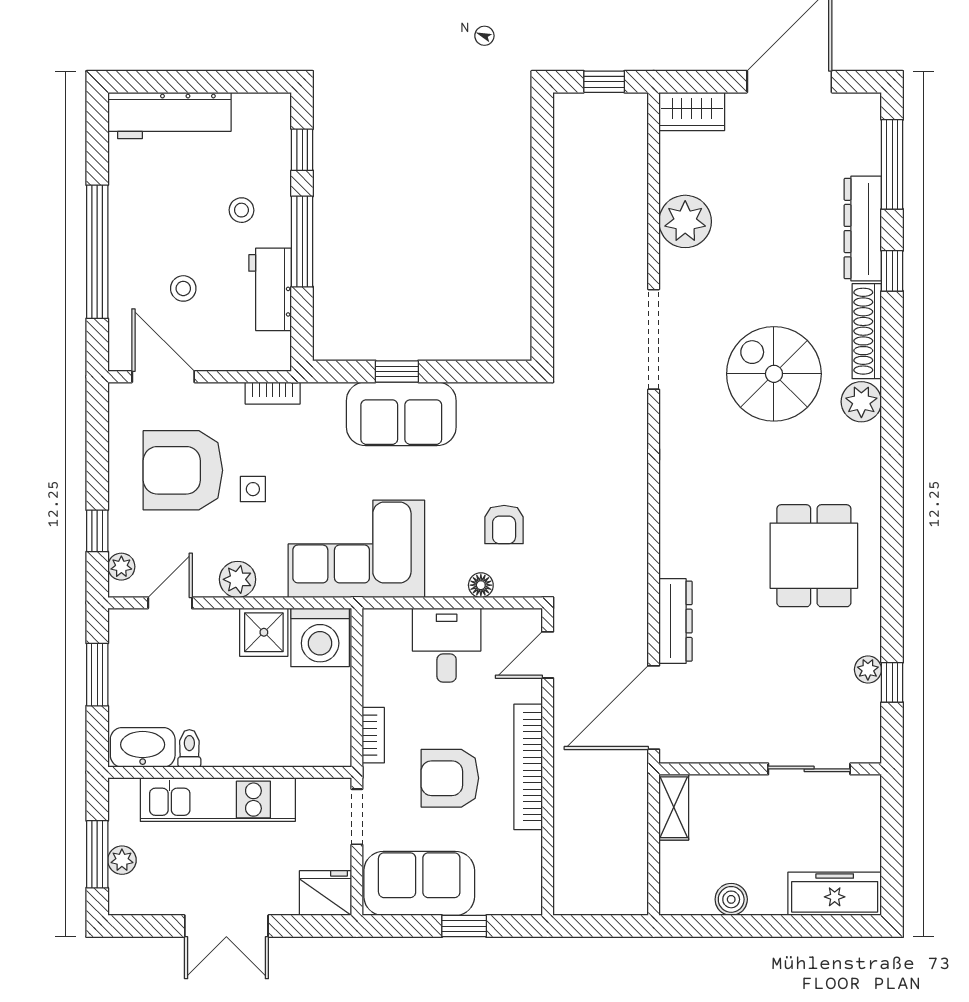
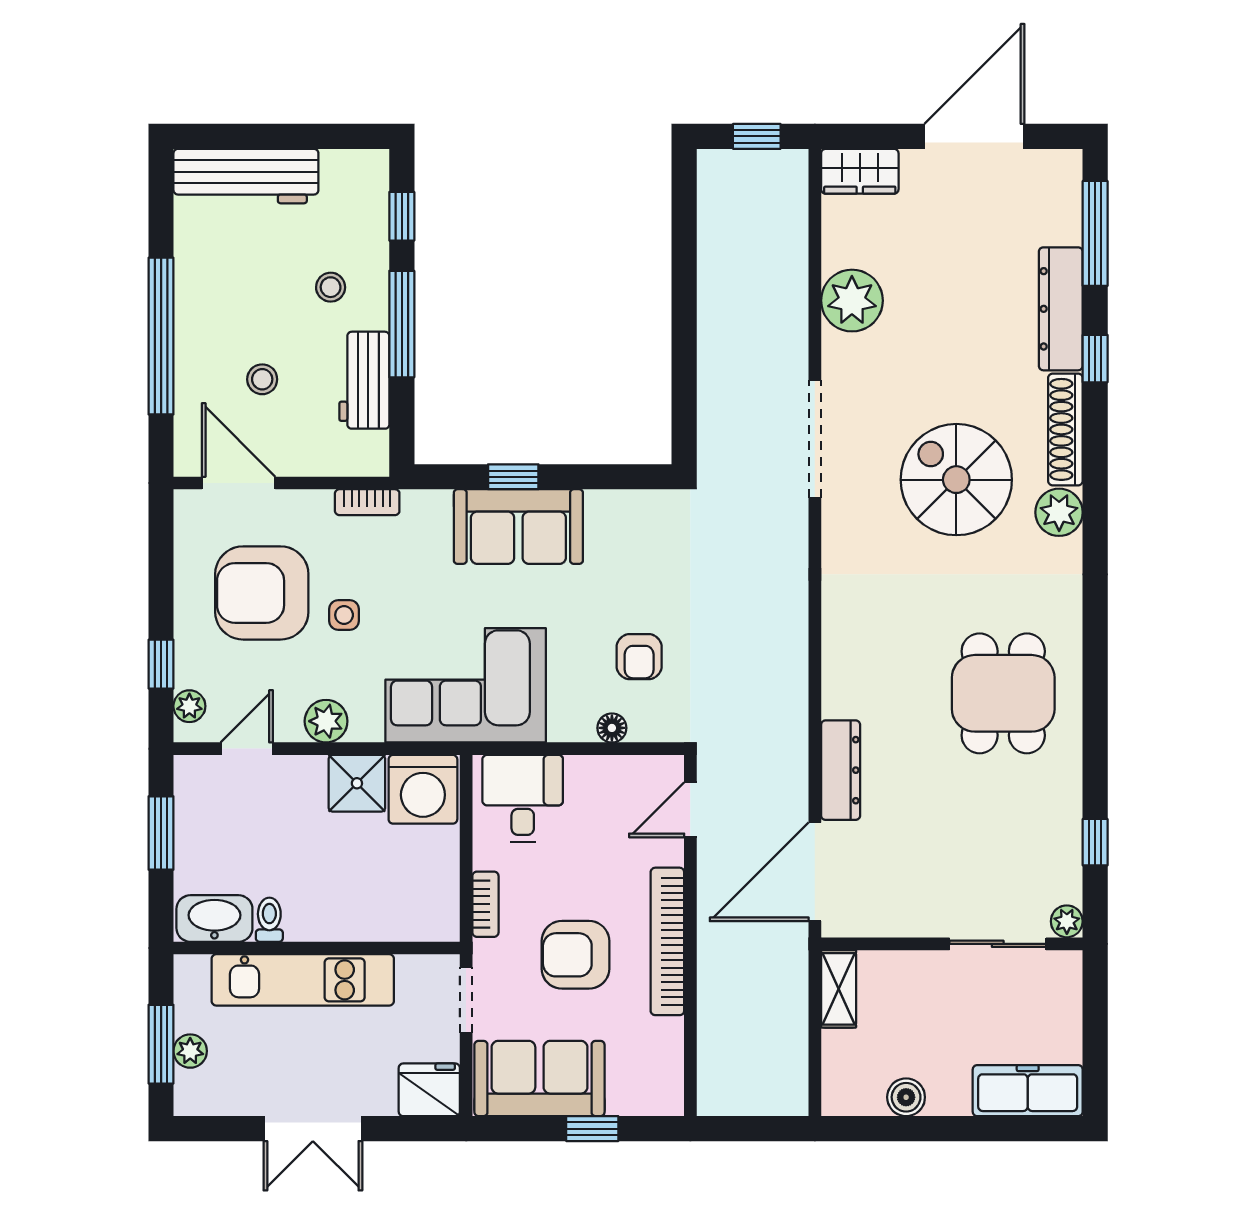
desk: (447, 645) -> (523, 798), moved
plant: (868, 669) -> (1067, 921), moved

